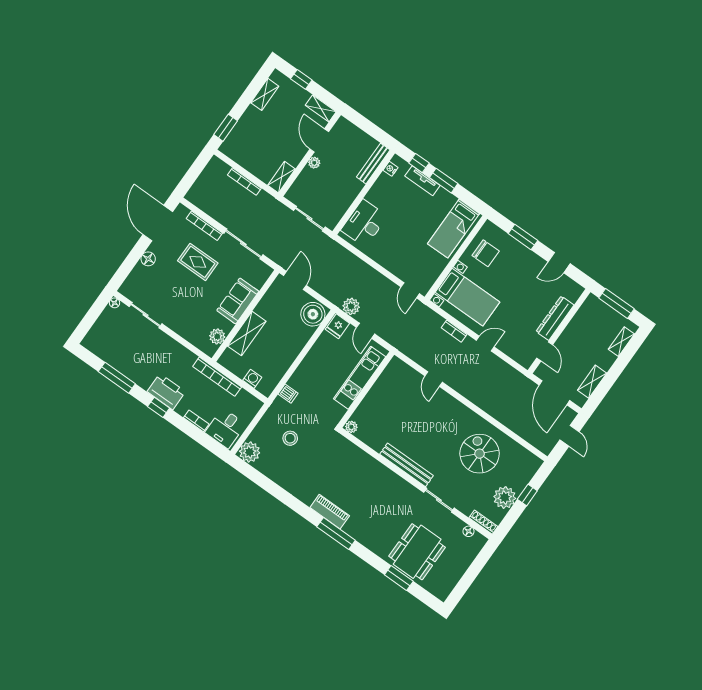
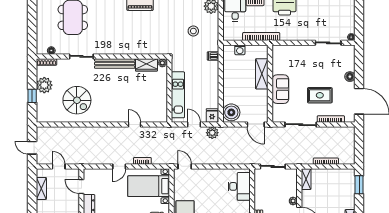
plant: (217, 336) -> (278, 60), removed
door: (554, 393) -> (59, 166), width x0.53
wardrobe: (371, 438) -> (146, 65), added

